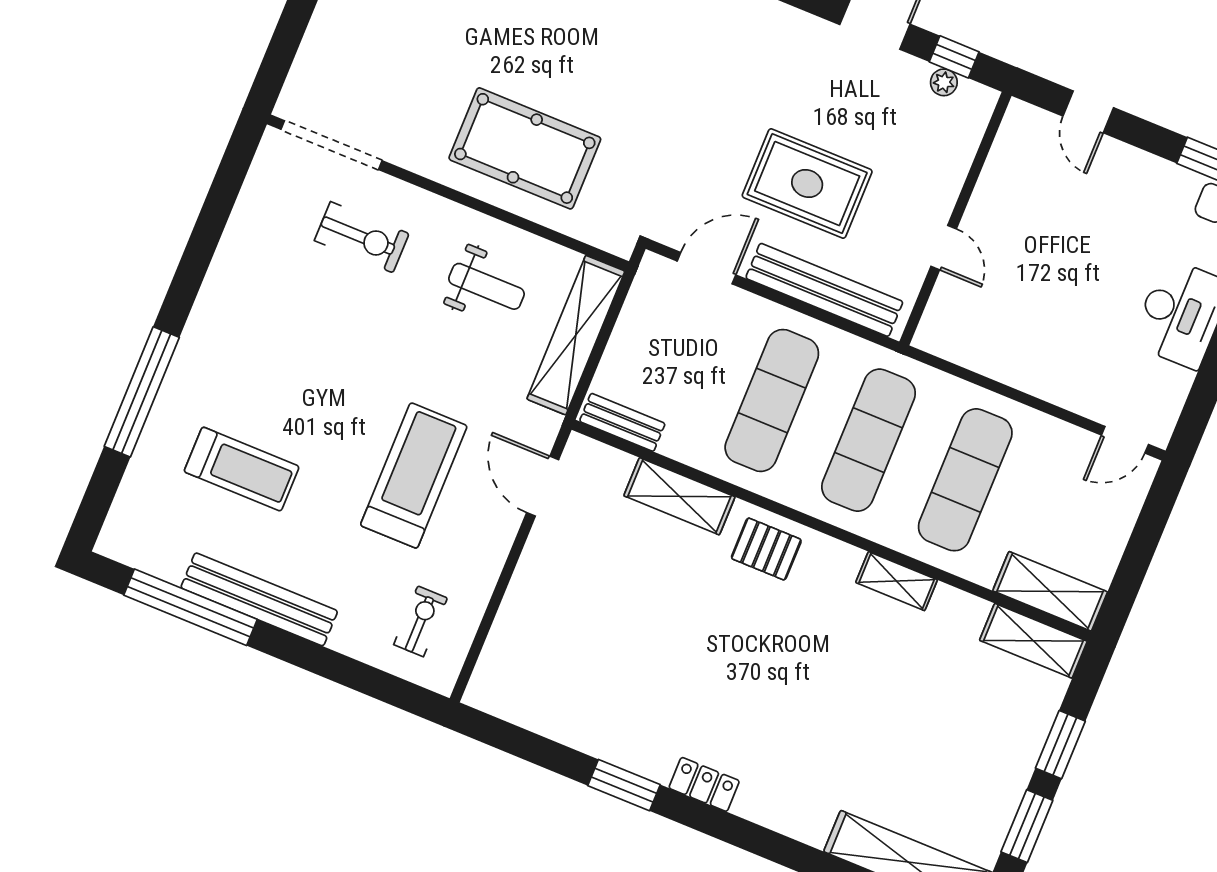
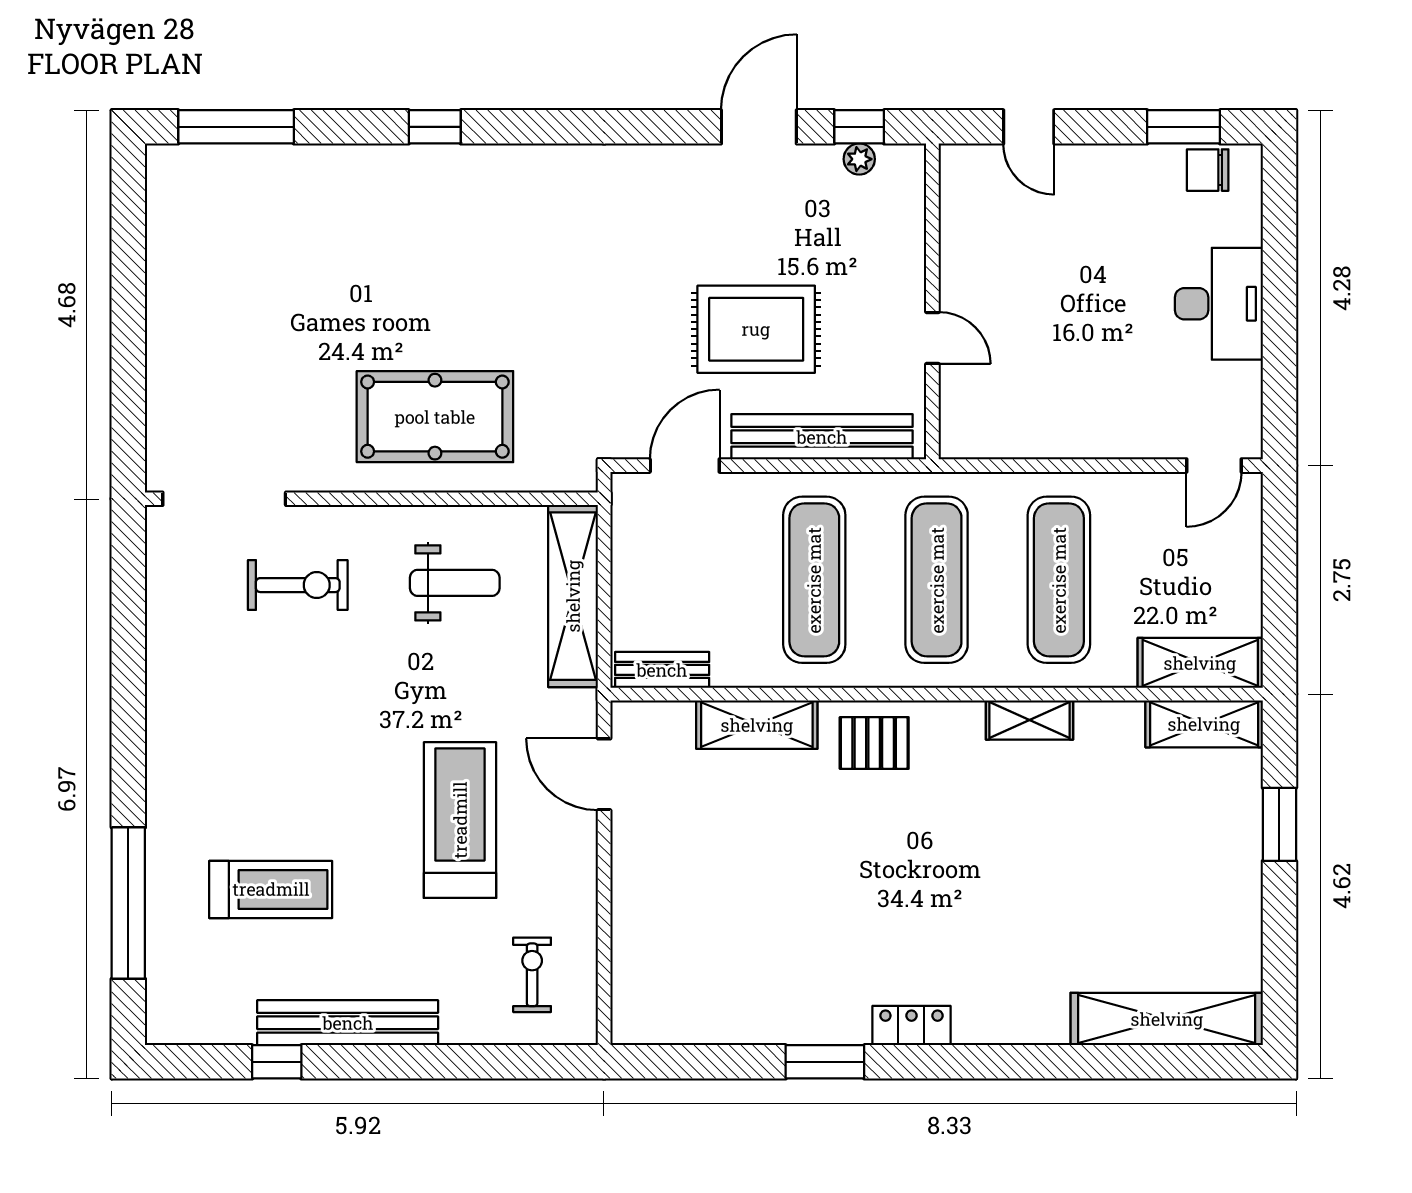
window: (142, 392) -> (128, 903), moved
window: (190, 607) -> (277, 1062), width x0.32
window: (1027, 826) -> (1279, 927), removed

